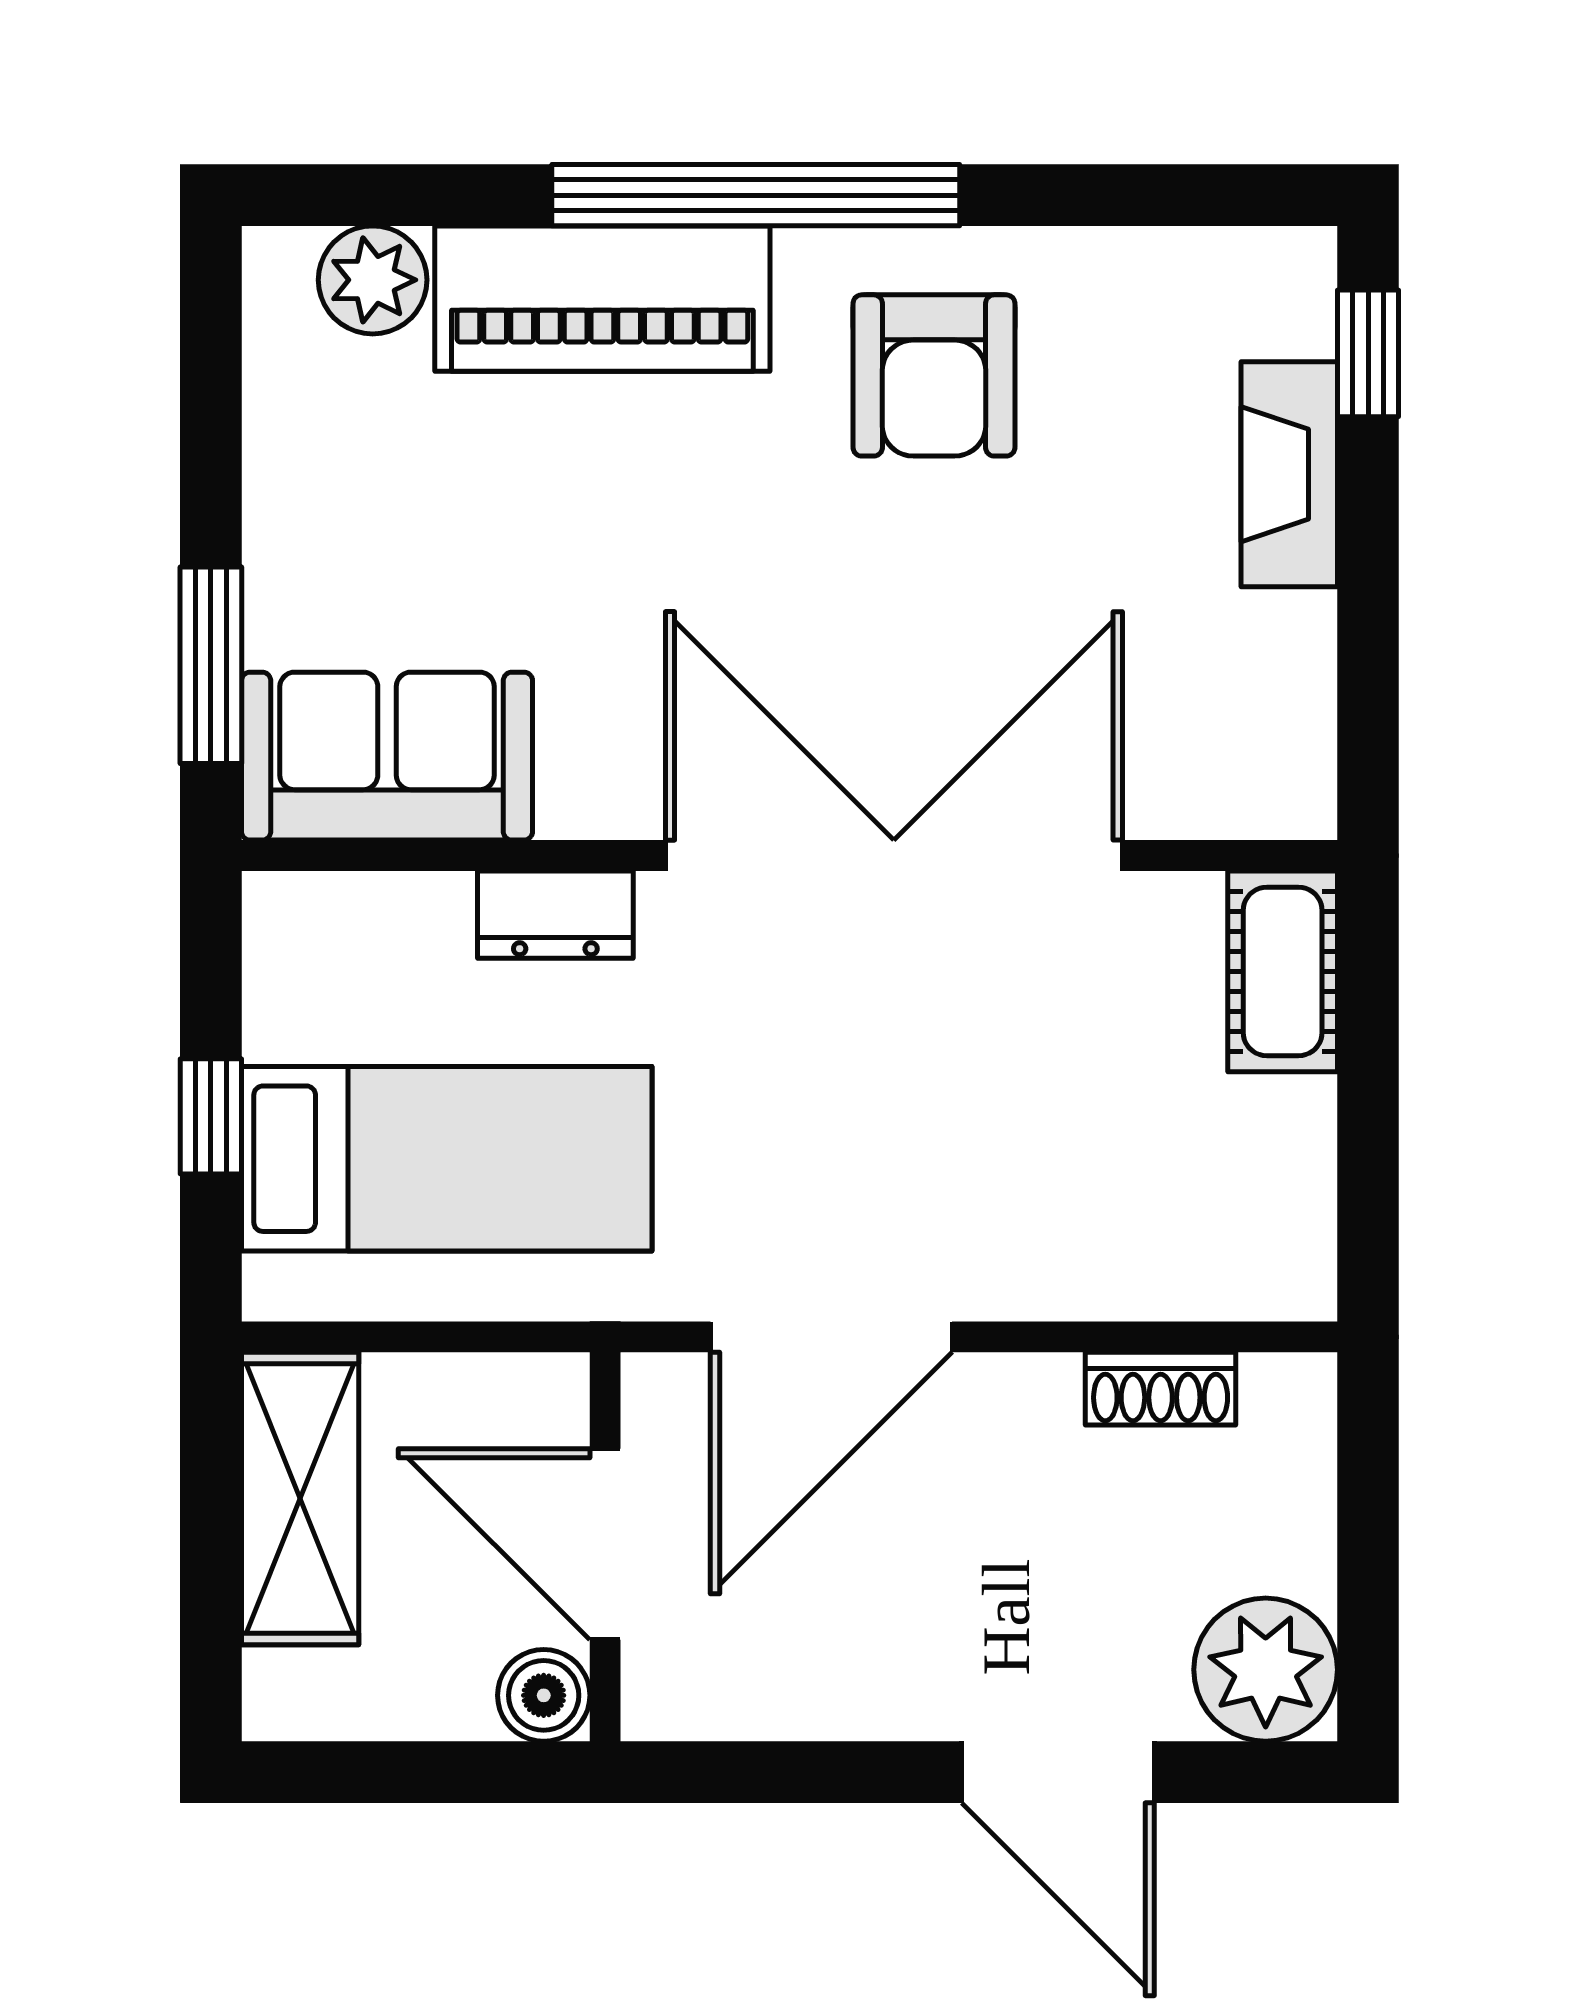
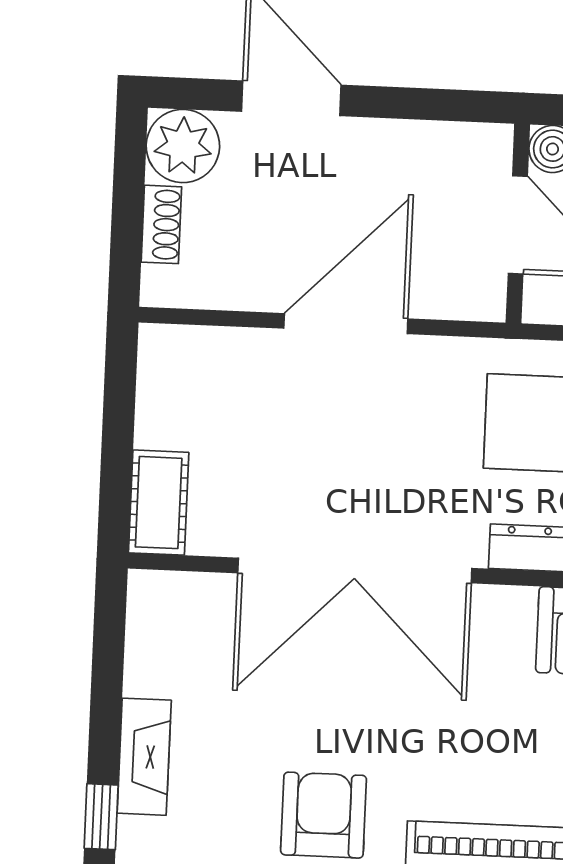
door: (831, 1337) -> (346, 324), moved
shoe rack: (1161, 1389) -> (161, 224), moved, turned 90

